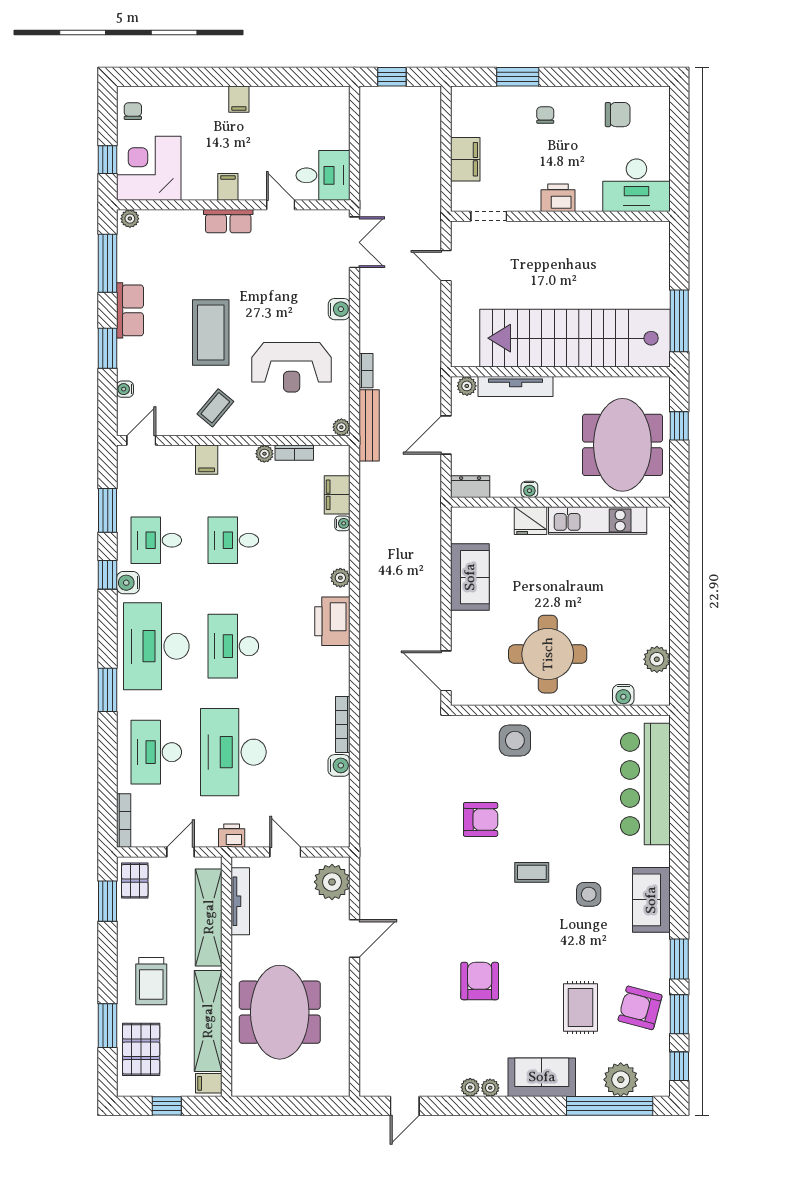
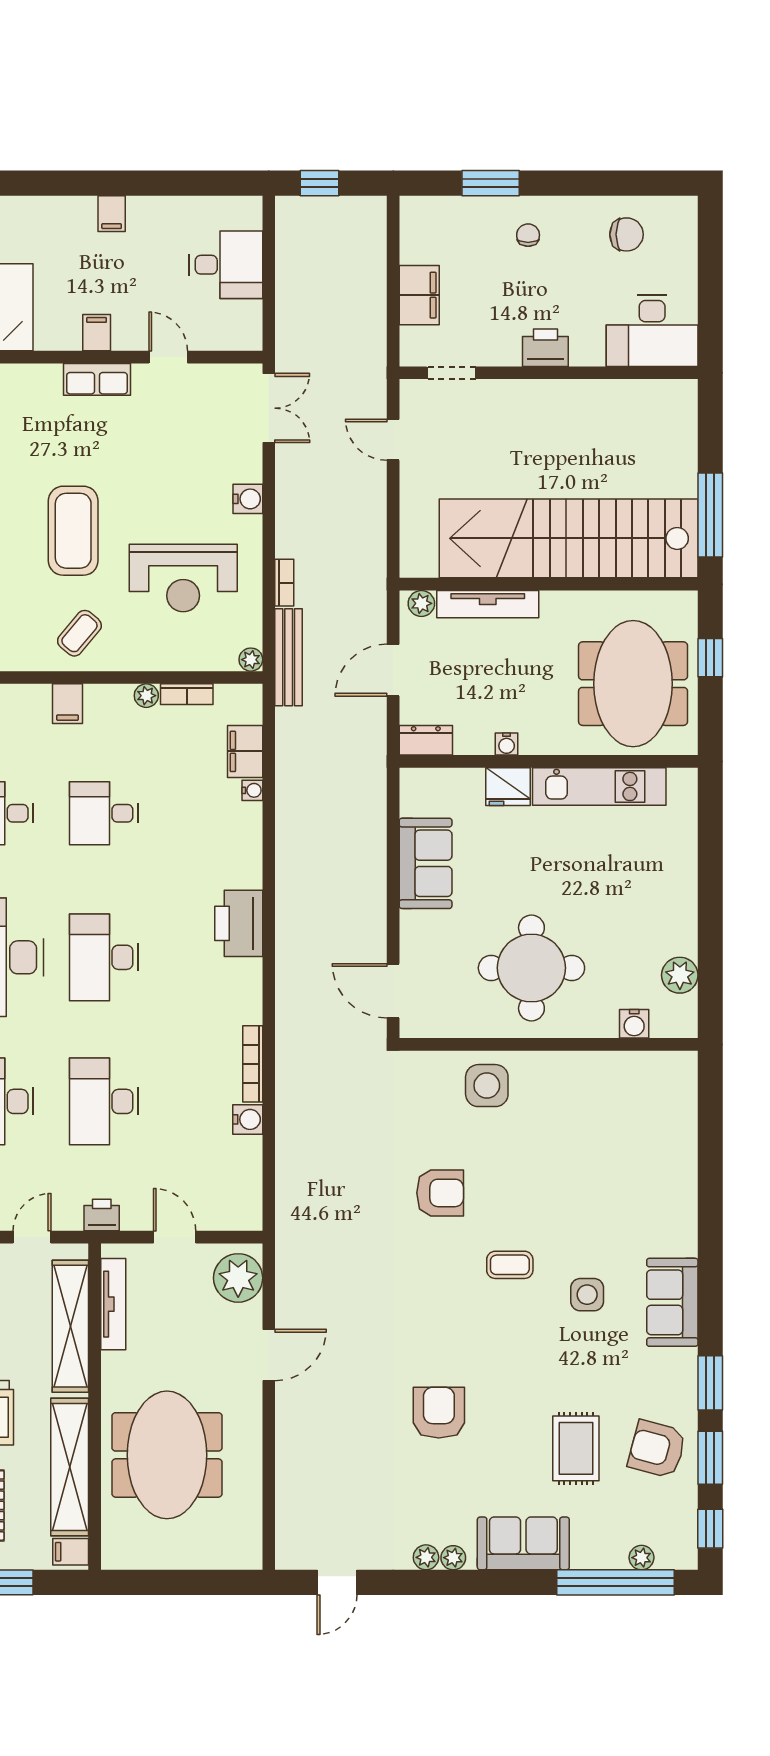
desk: (323, 175) -> (226, 265), moved
plant: (340, 578) -> (249, 864), removed
desk: (233, 752) -> (104, 1101), width x0.73, depth x0.77
bar counter: (645, 784) -> (664, 1145), removed
plant: (621, 1080) -> (641, 1558), width x0.53, depth x0.53

